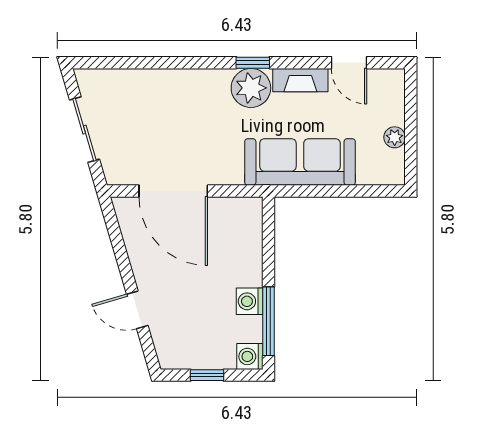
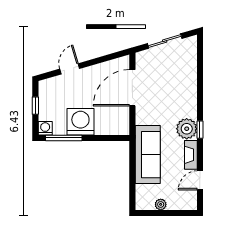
washing machine: (250, 301) -> (80, 122), width x1.89, depth x1.89

